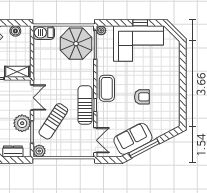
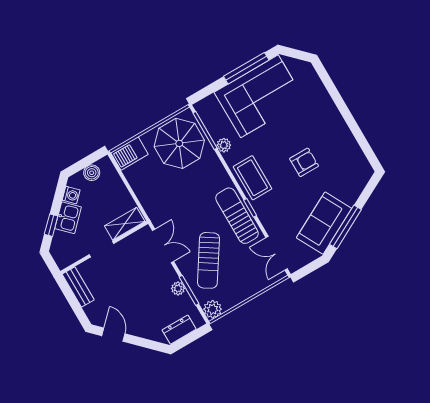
window: (140, 23) -> (246, 68), width x2.17
plant: (101, 30) -> (224, 145), moved
plant: (22, 123) -> (178, 288), width x0.53, depth x0.53
double door: (95, 140) -> (277, 253), swing flipped

